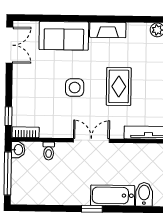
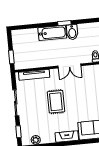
side table: (75, 88) -> (84, 98), removed
bidet: (144, 194) -> (72, 32), moved

